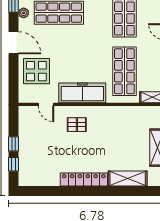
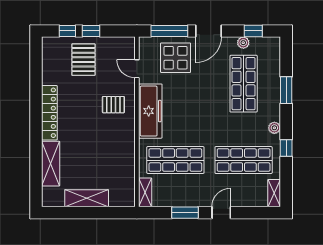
window: (13, 76) -> (169, 31), added
door: (46, 104) -> (137, 69), hinge flipped
pallet: (77, 125) -> (113, 105), turned 90
pallet: (38, 150) -> (83, 60), added

